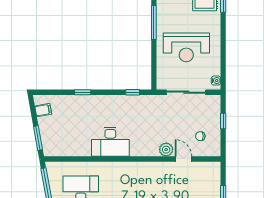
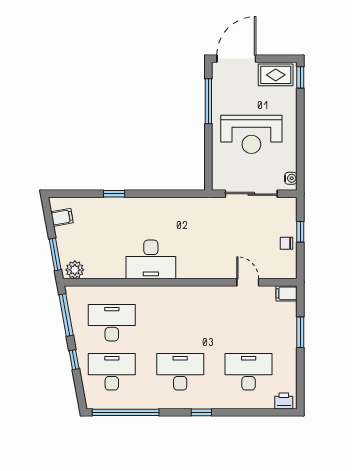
window: (133, 92) -> (180, 194), removed
chair: (200, 136) -> (286, 243), moved
plant: (166, 150) -> (75, 270), moved
filing cabinet: (213, 167) -> (286, 293), added

